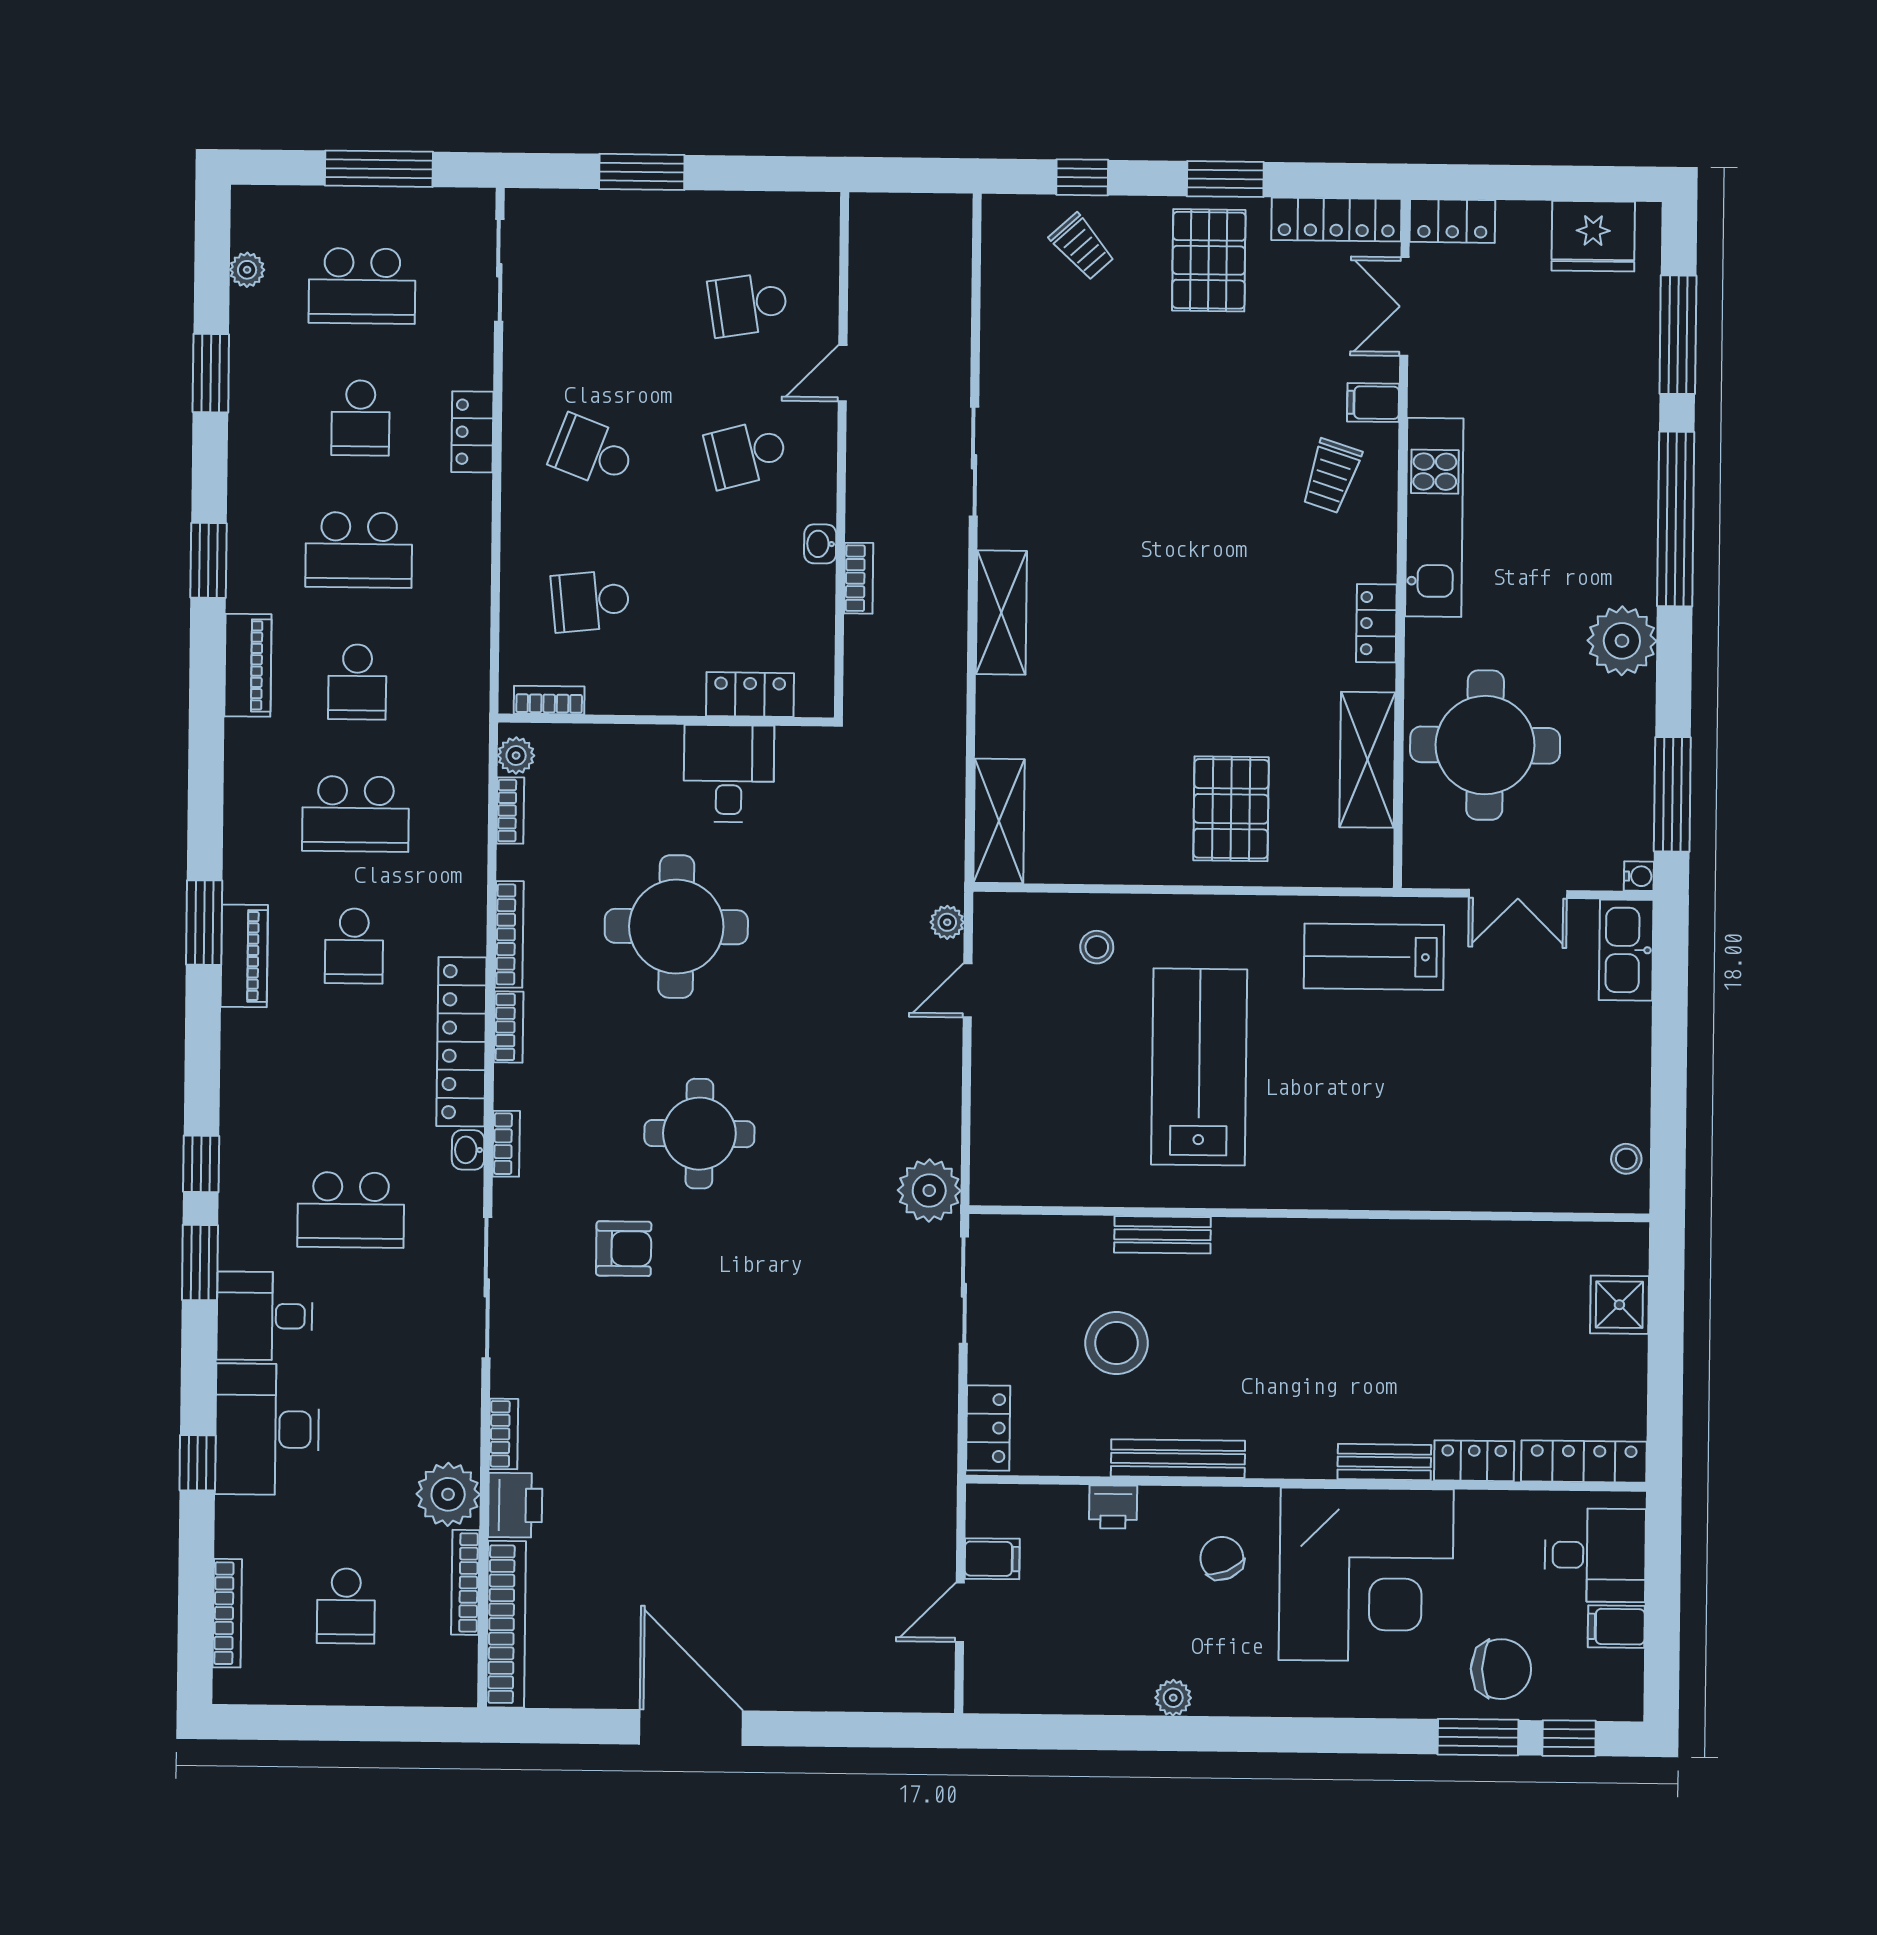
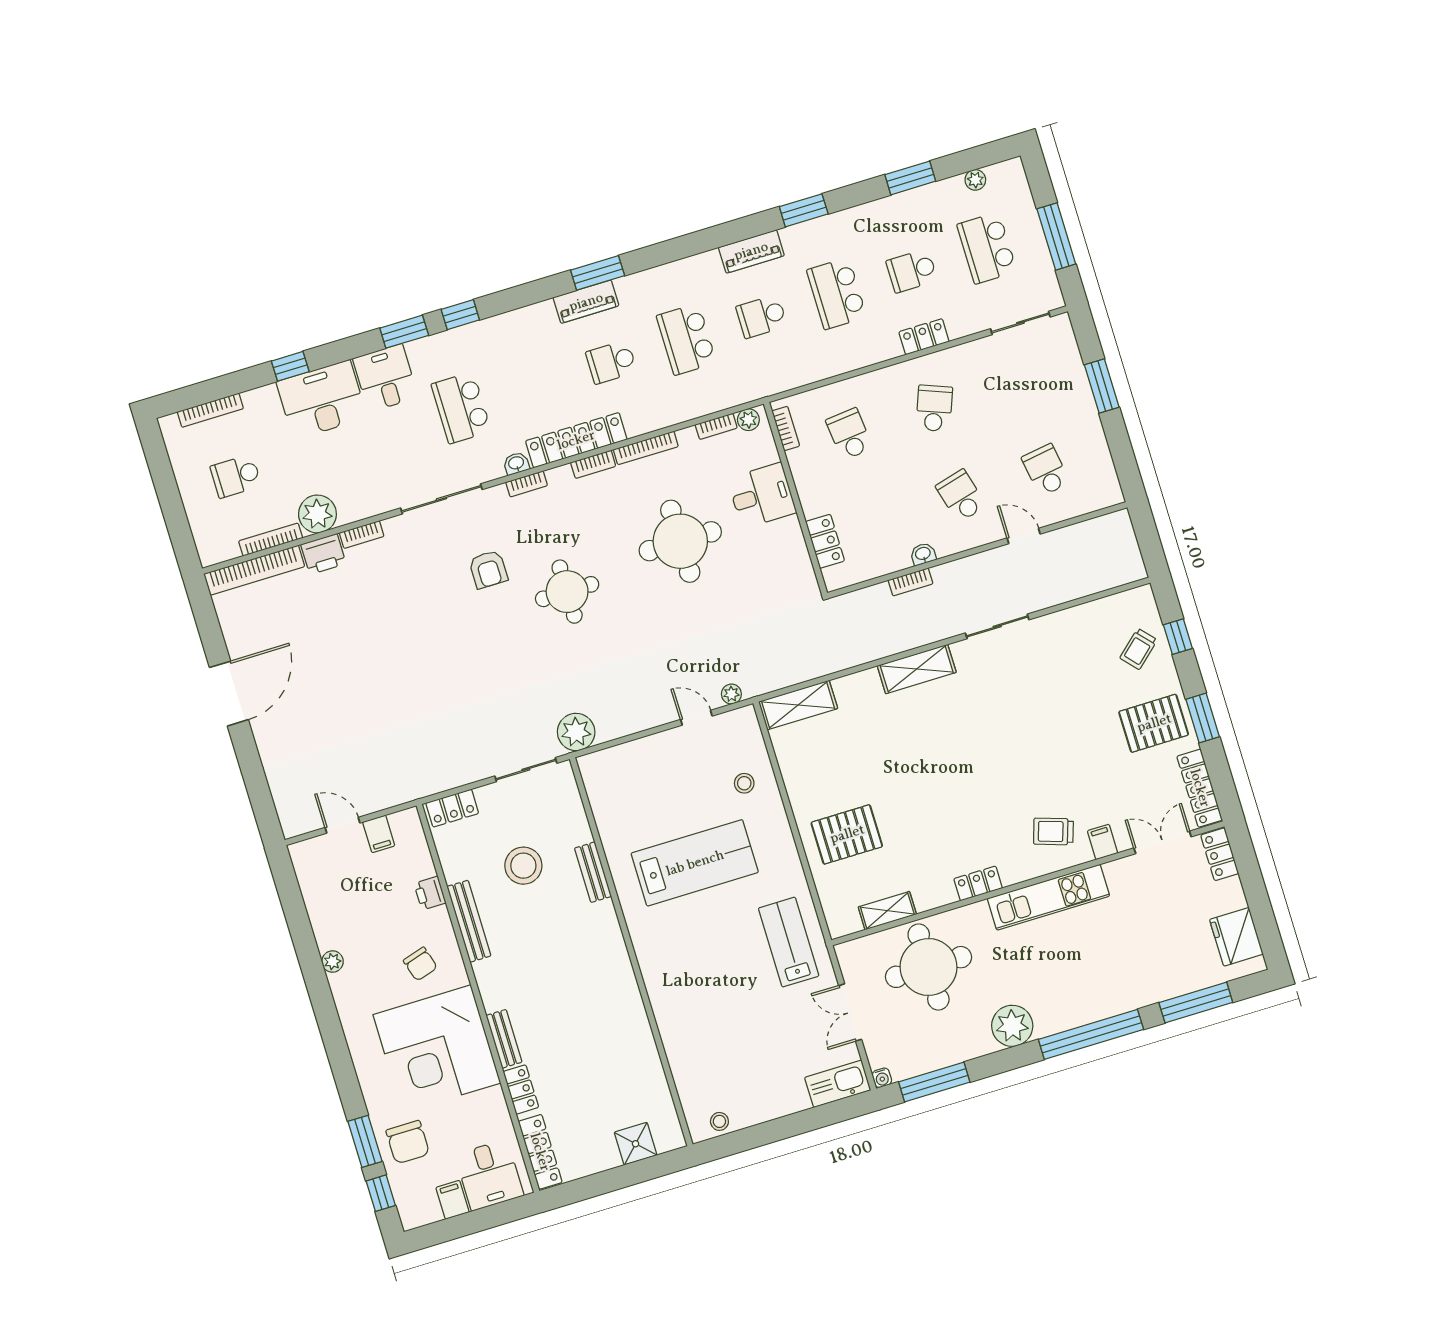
shelving: (1367, 760) -> (887, 911), width x0.67, depth x0.75
desk: (729, 774) -> (762, 496), moved
chair: (1222, 1558) -> (420, 964), turned 96

